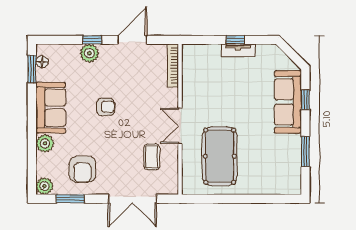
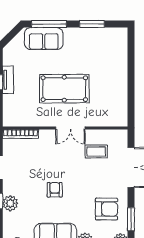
window: (305, 100) -> (49, 24), width x2.17
sofa: (288, 102) -> (44, 39), width x0.73
pool table: (220, 156) -> (64, 89), moved

